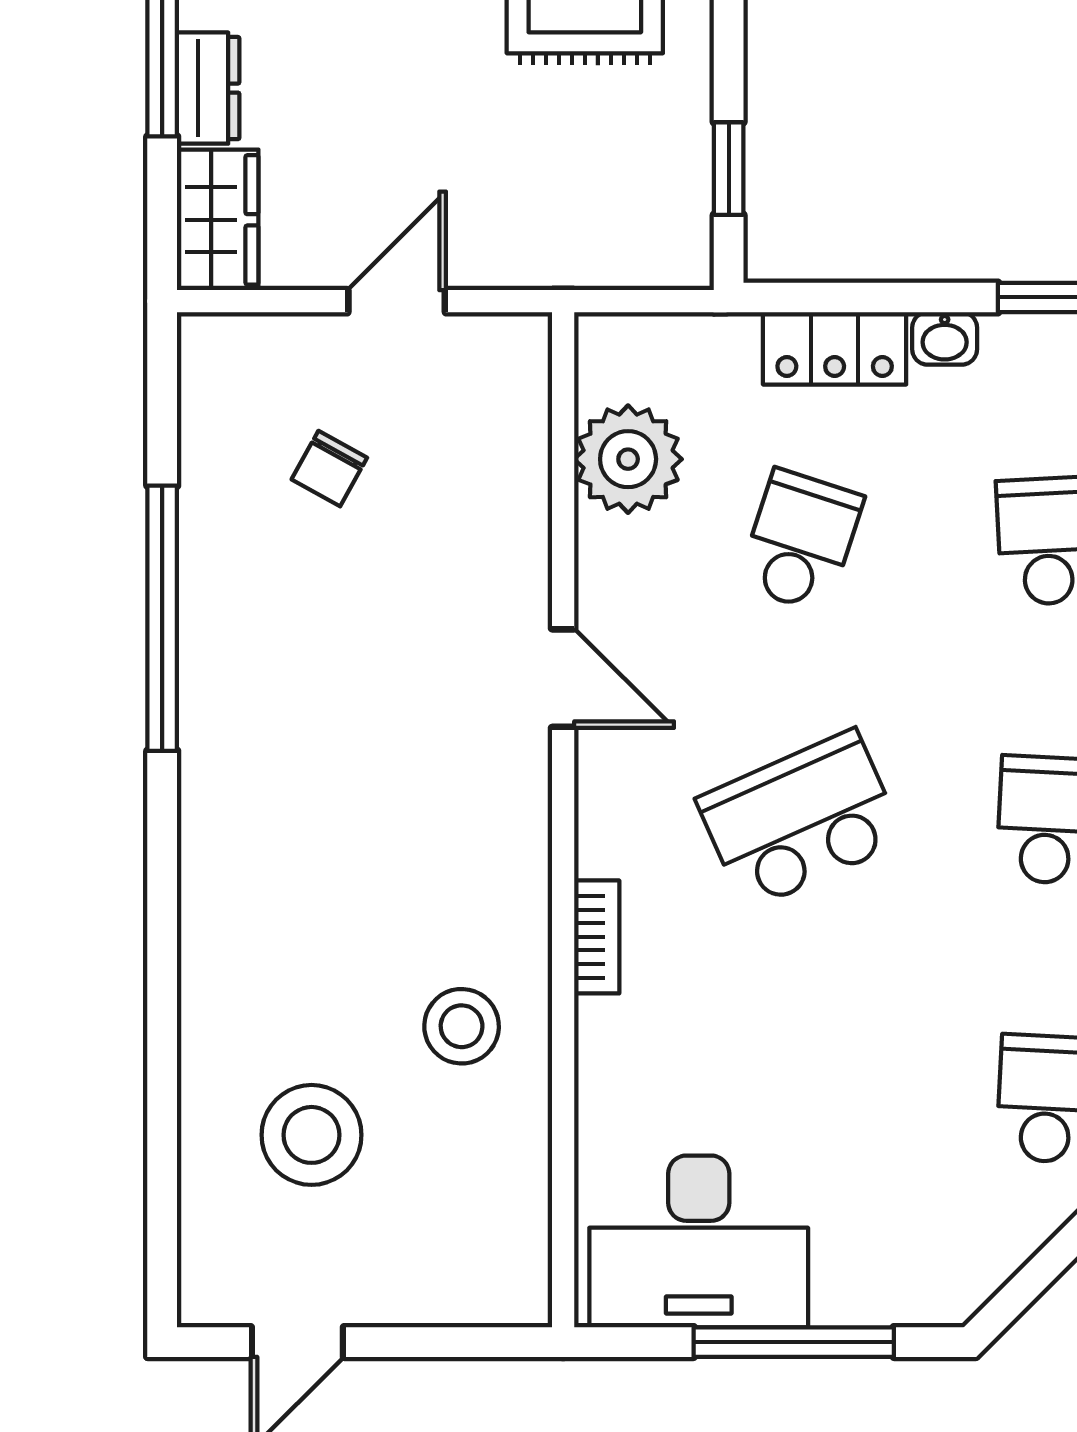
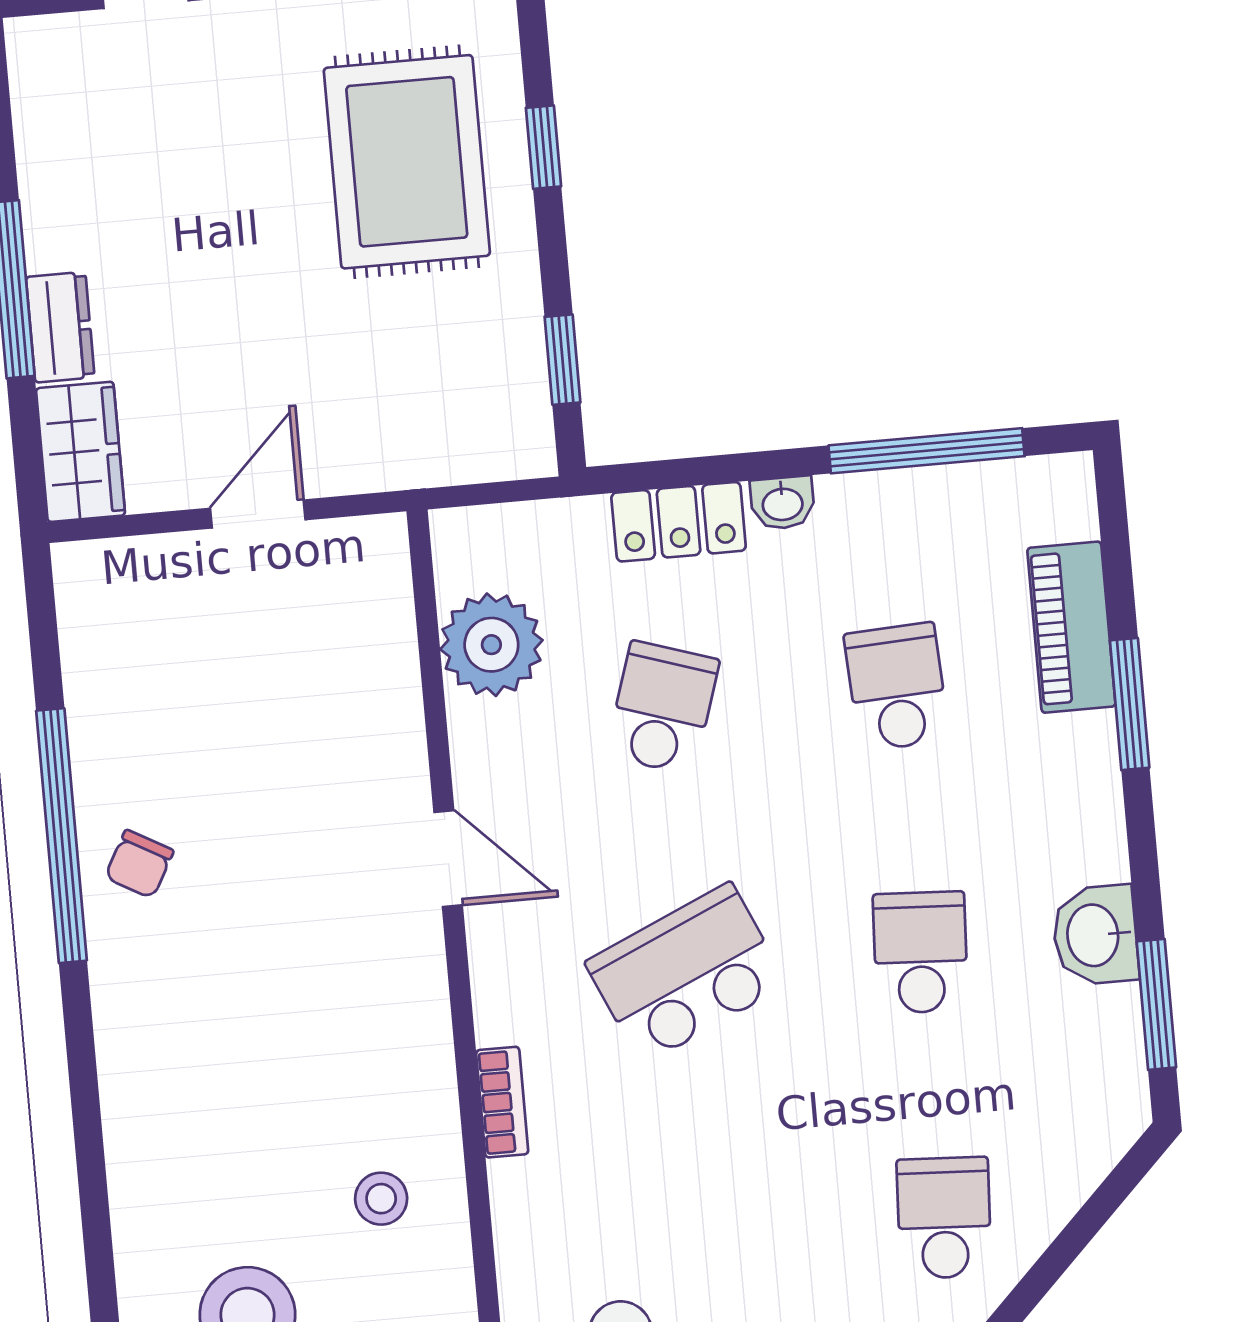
chair: (329, 469) -> (139, 864), moved
stool: (462, 1026) -> (381, 1199), width x0.73, depth x0.73

